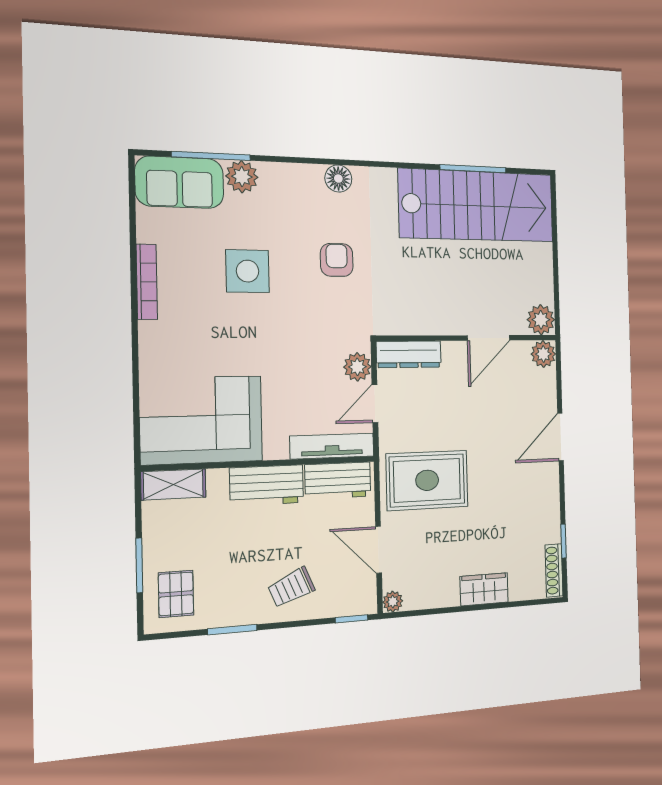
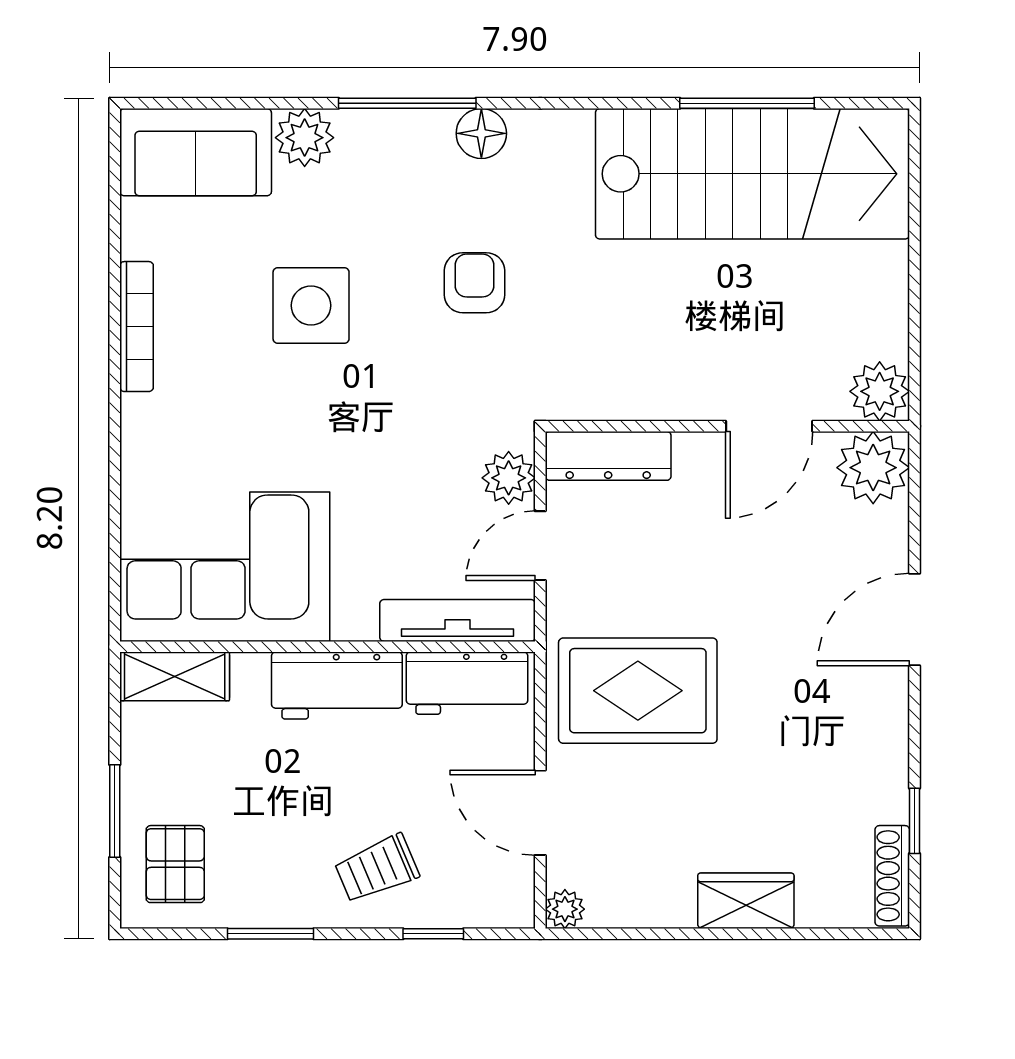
window: (211, 156) -> (407, 103), moved
plant: (543, 354) -> (873, 468), width x1.36, depth x1.36
window: (352, 619) -> (433, 934), moved

